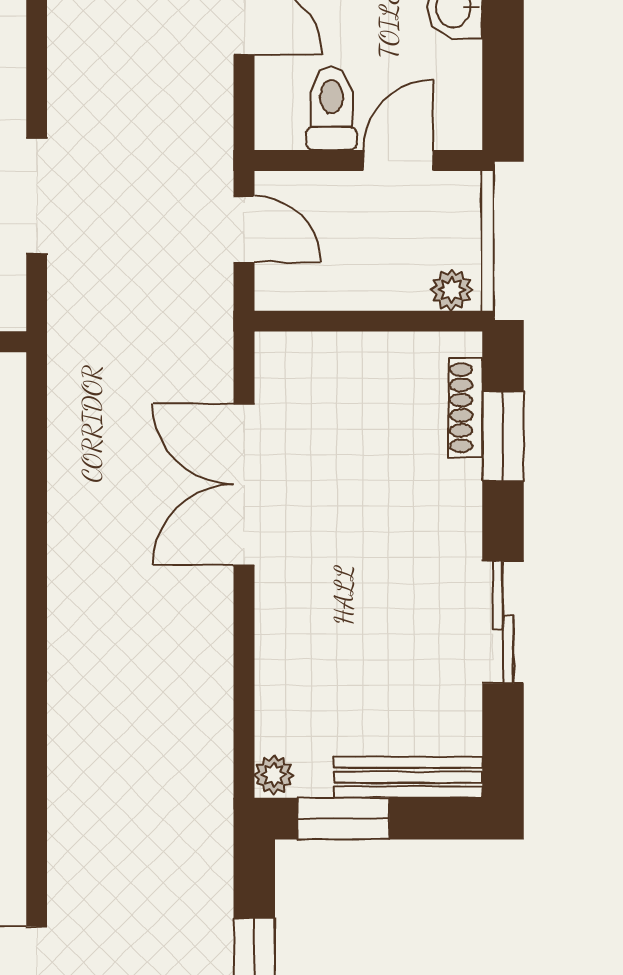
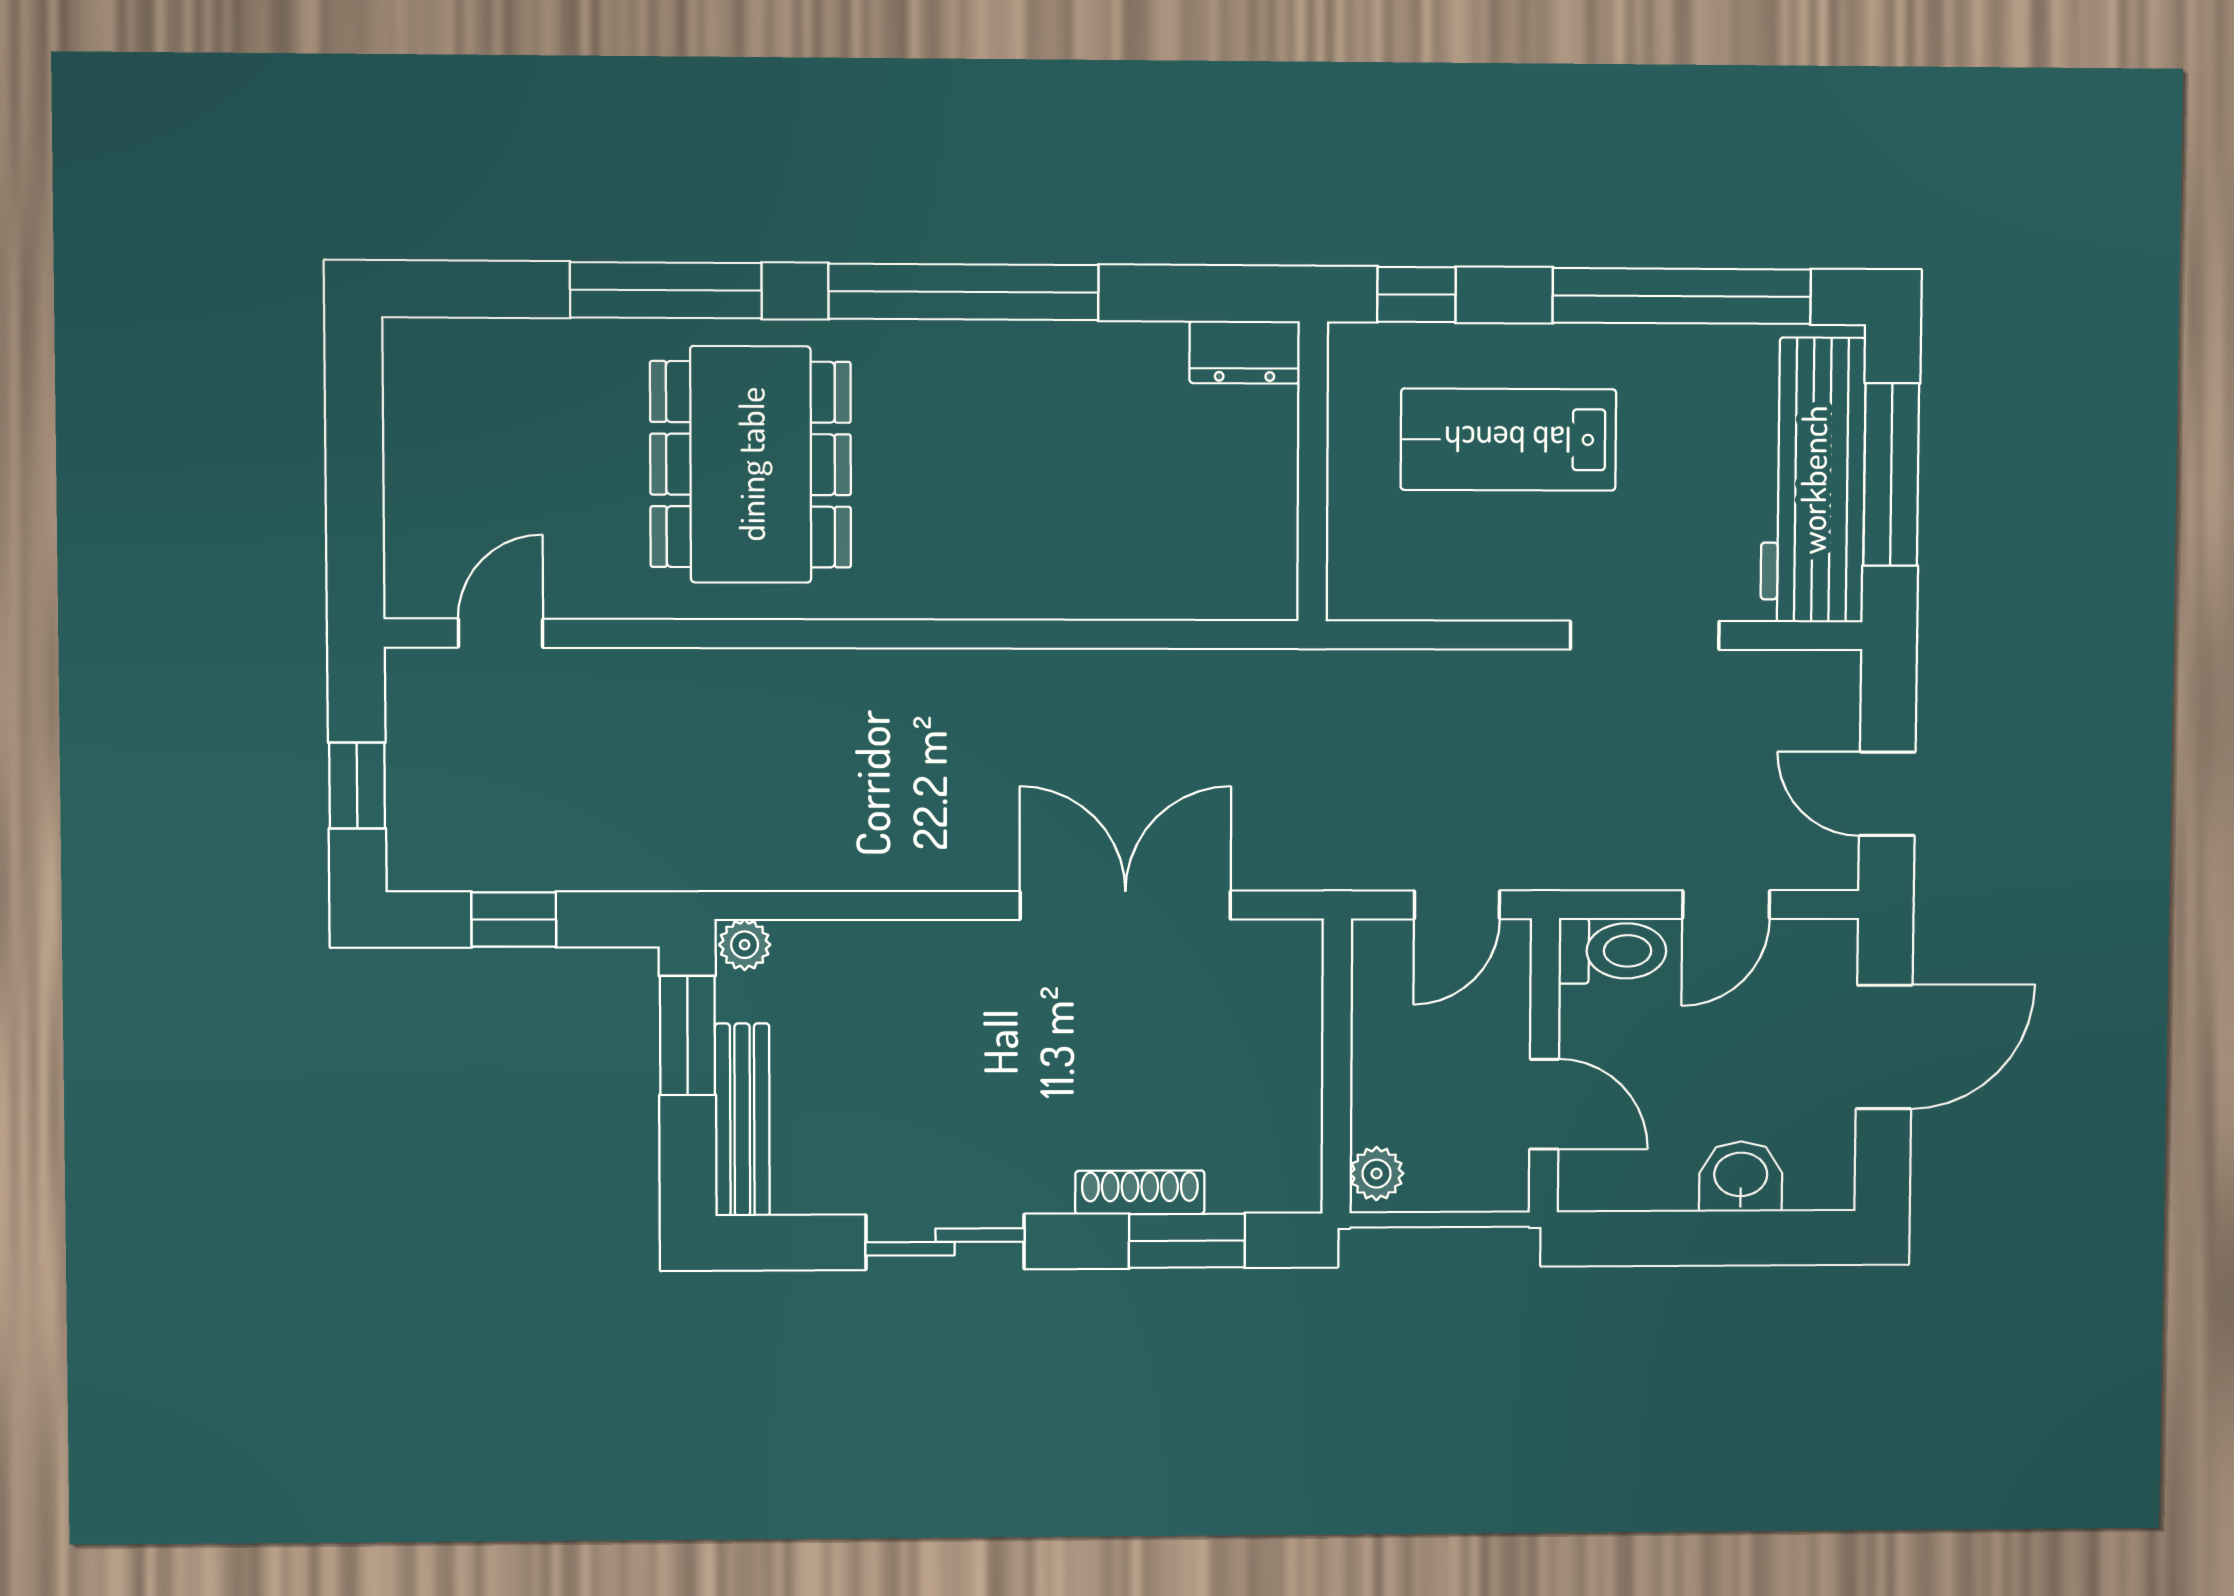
toilet: (331, 108) -> (1612, 951), moved
doorway: (37, 196) -> (1645, 635), moved
shoe rack: (465, 408) -> (1140, 1192), moved

